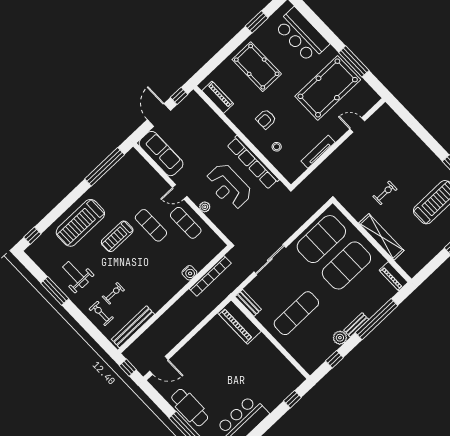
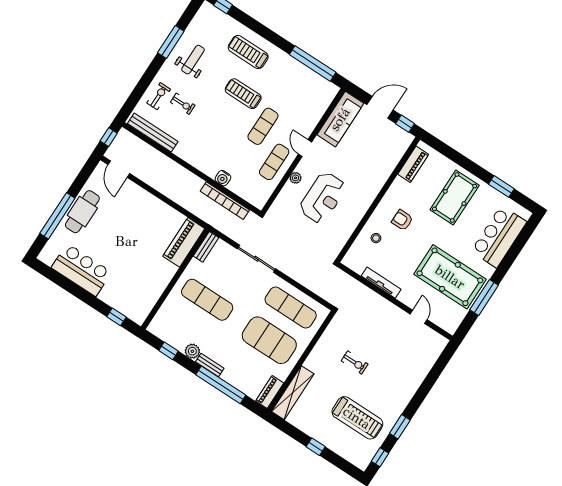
row of seats: (253, 162) -> (354, 217), removed
reception desk: (229, 186) -> (323, 198), turned 180
treadmill: (80, 223) -> (248, 52), width x0.73, depth x0.73
shelving: (381, 237) -> (293, 393), moved
exercise mat: (321, 239) -> (291, 308), width x0.68

